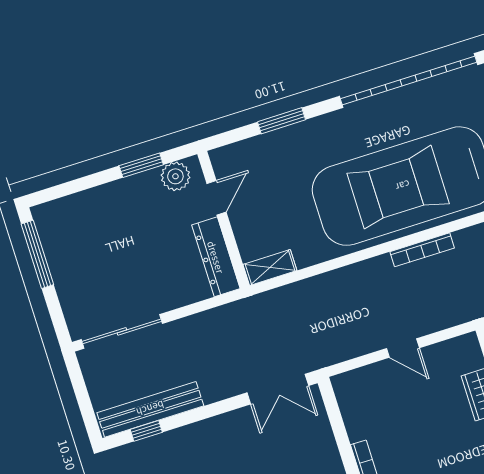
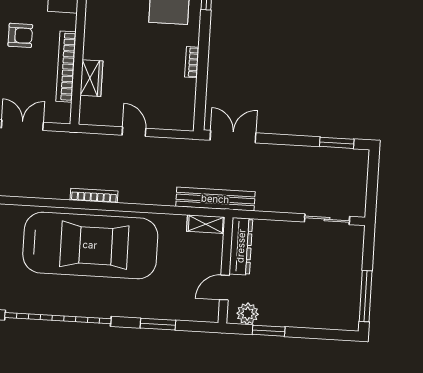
sliding door: (122, 331) -> (327, 219), width x0.73
bench: (150, 409) -> (215, 199), moved
window: (146, 431) -> (337, 143), width x1.50

